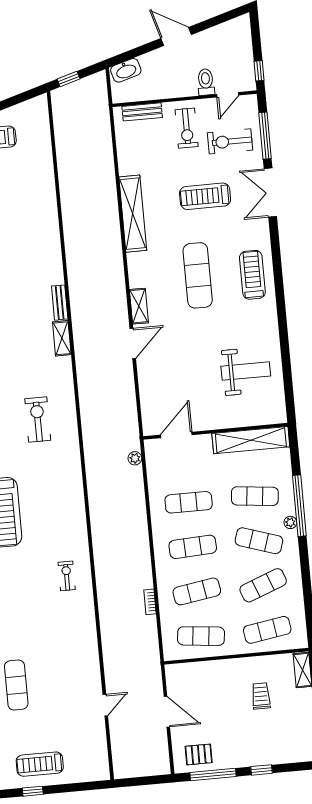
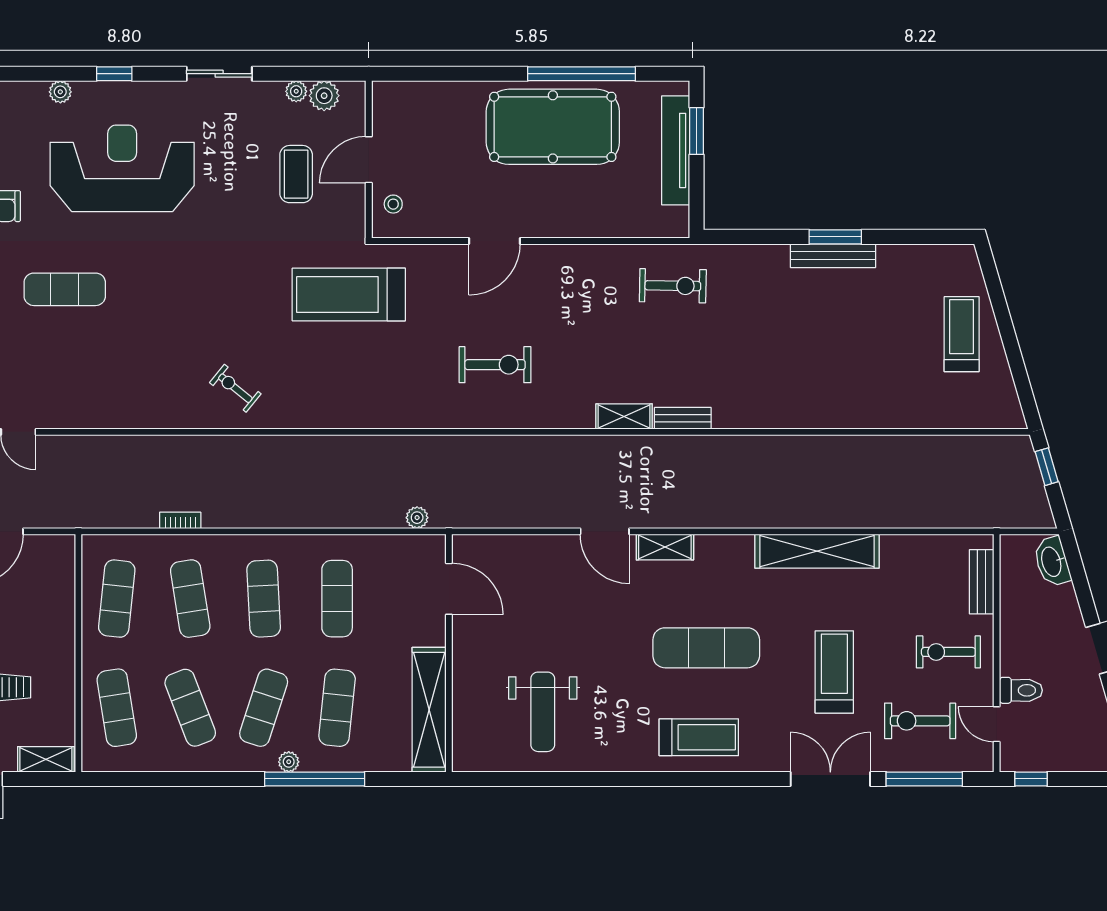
exercise bike: (230, 141) -> (920, 721), turned -90
exercise bike: (67, 576) -> (235, 388), turned -141

